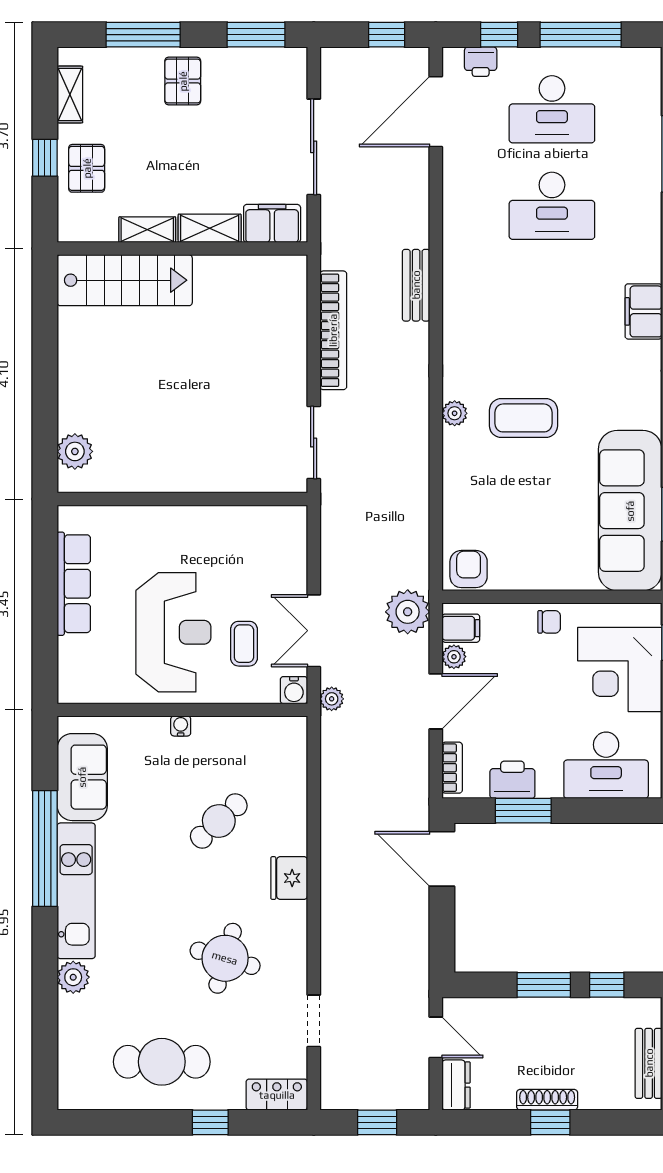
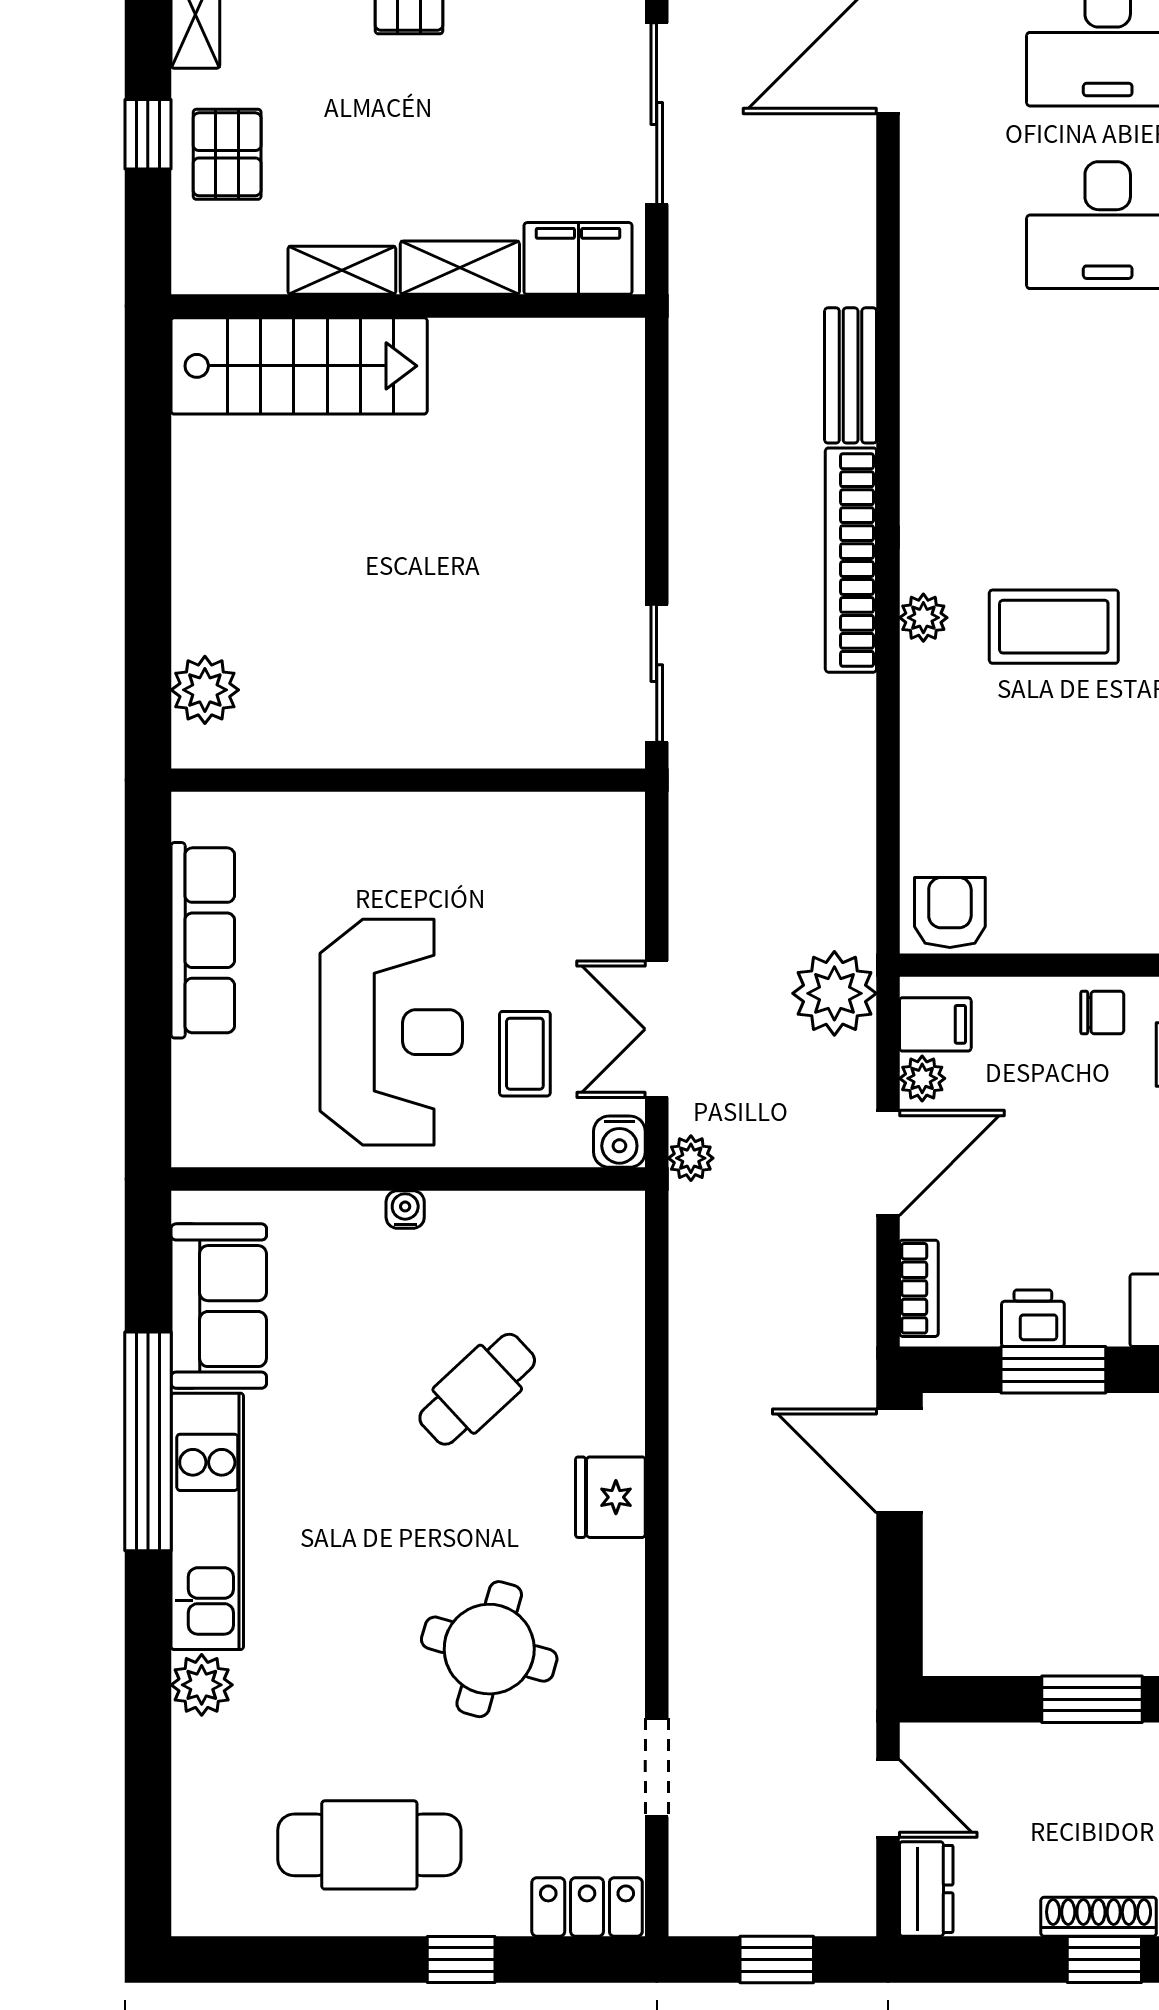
bookcase: (333, 330) -> (851, 560), moved, turned 180
printer: (512, 780) -> (1033, 1318), width x0.73, depth x0.81

